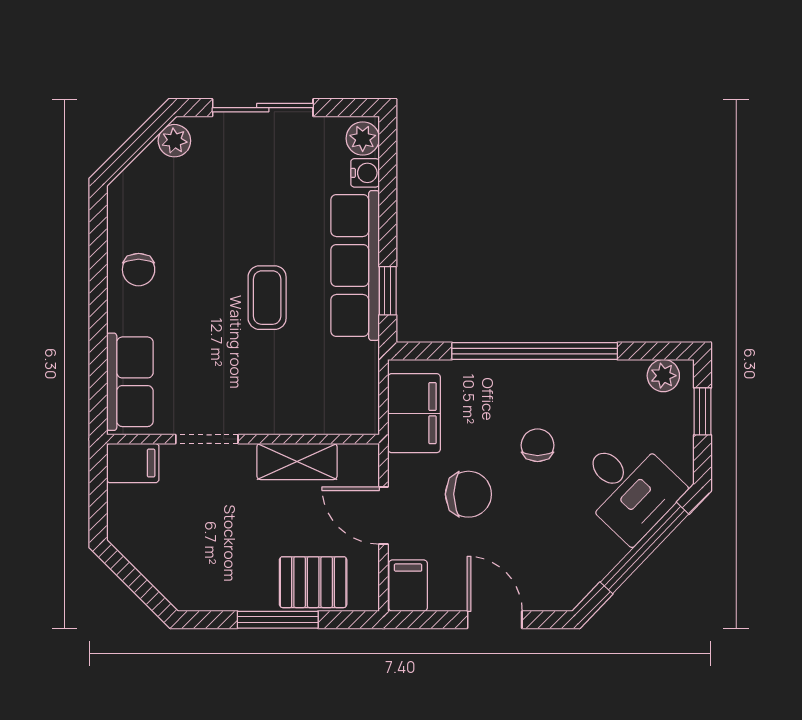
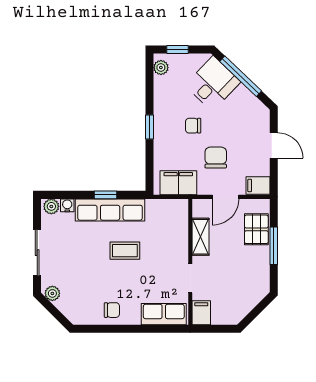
window: (388, 291) -> (105, 195), moved
window: (535, 351) -> (150, 127), width x0.32
door: (495, 620) -> (274, 145), swing flipped

